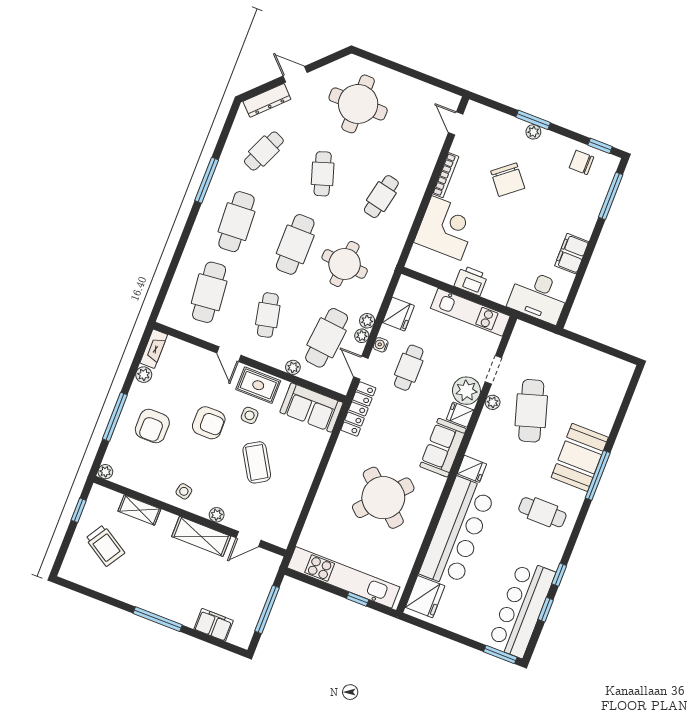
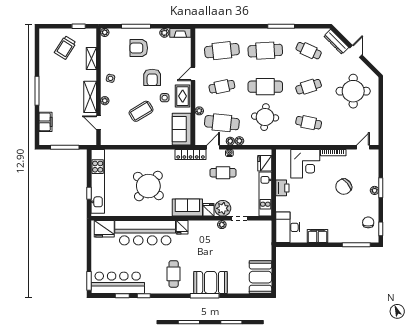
fridge: (398, 314) -> (265, 163), moved, turned 90
booth: (603, 373) -> (260, 277), added
cafe table: (531, 411) -> (225, 247), removed

